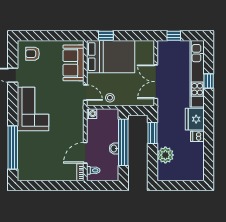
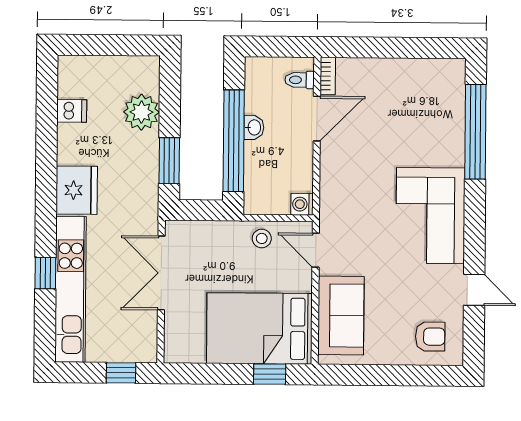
double door: (156, 82) -> (161, 273), swing flipped
dishwasher: (197, 136) -> (72, 111), moved

